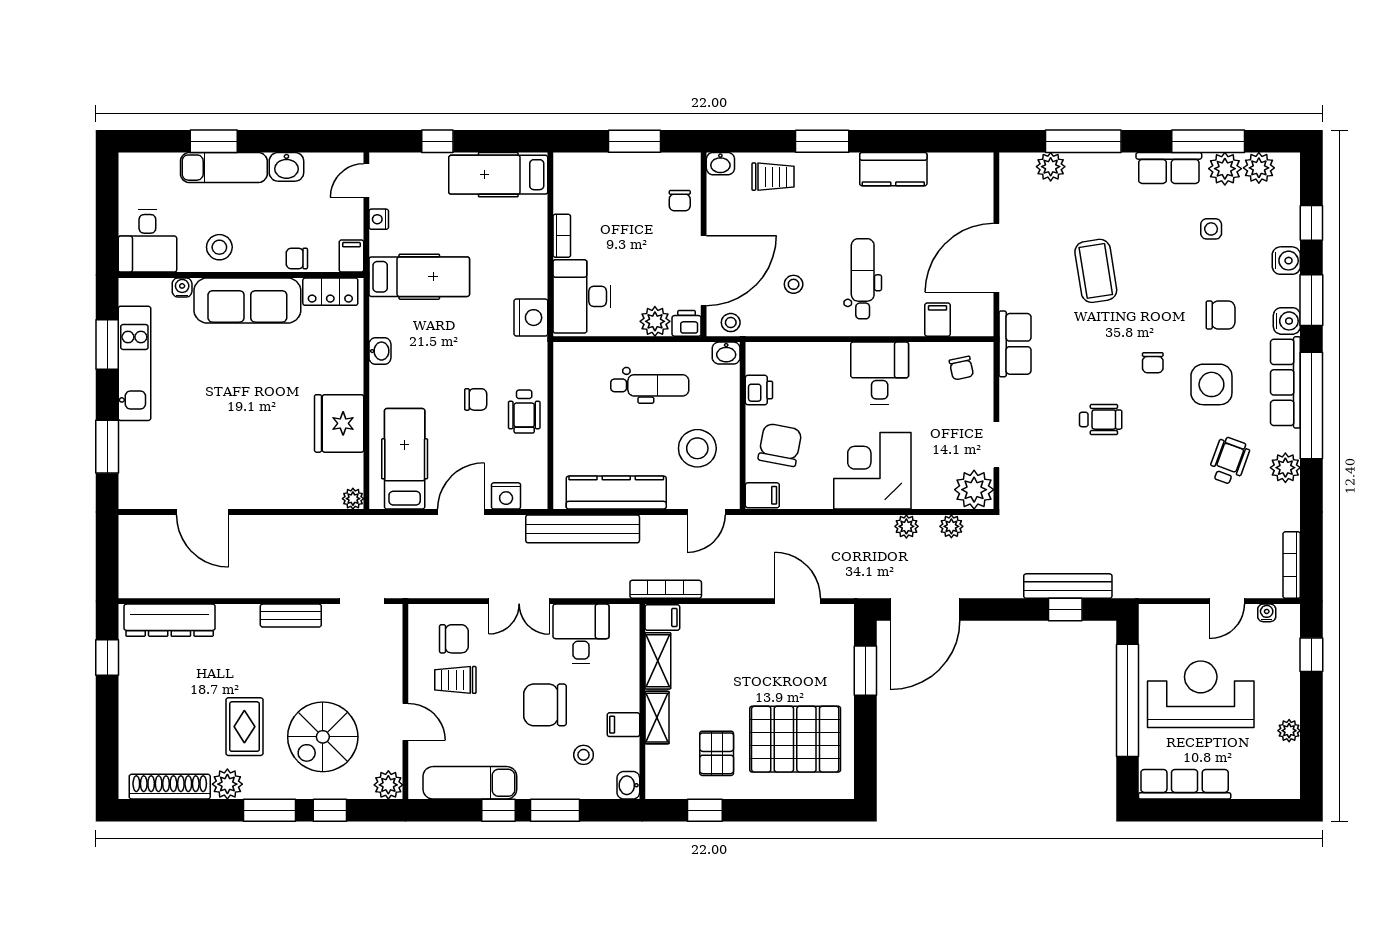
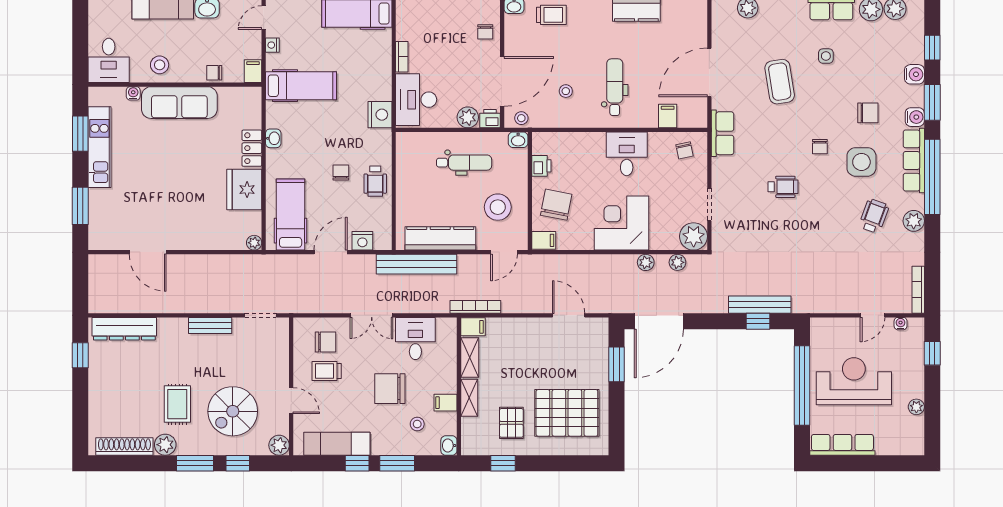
side table: (1211, 229) -> (826, 56), moved
locker: (330, 292) -> (252, 148), moved, turned 90
chair: (476, 399) -> (341, 173), turned -90

